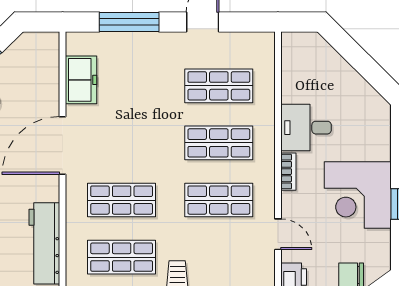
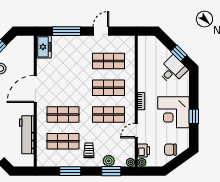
window: (369, 69) -> (179, 53), added
freezer: (81, 80) -> (44, 47), moved
desk: (306, 128) -> (173, 70), moved, turned 135
door: (278, 234) -> (136, 131), swing flipped

